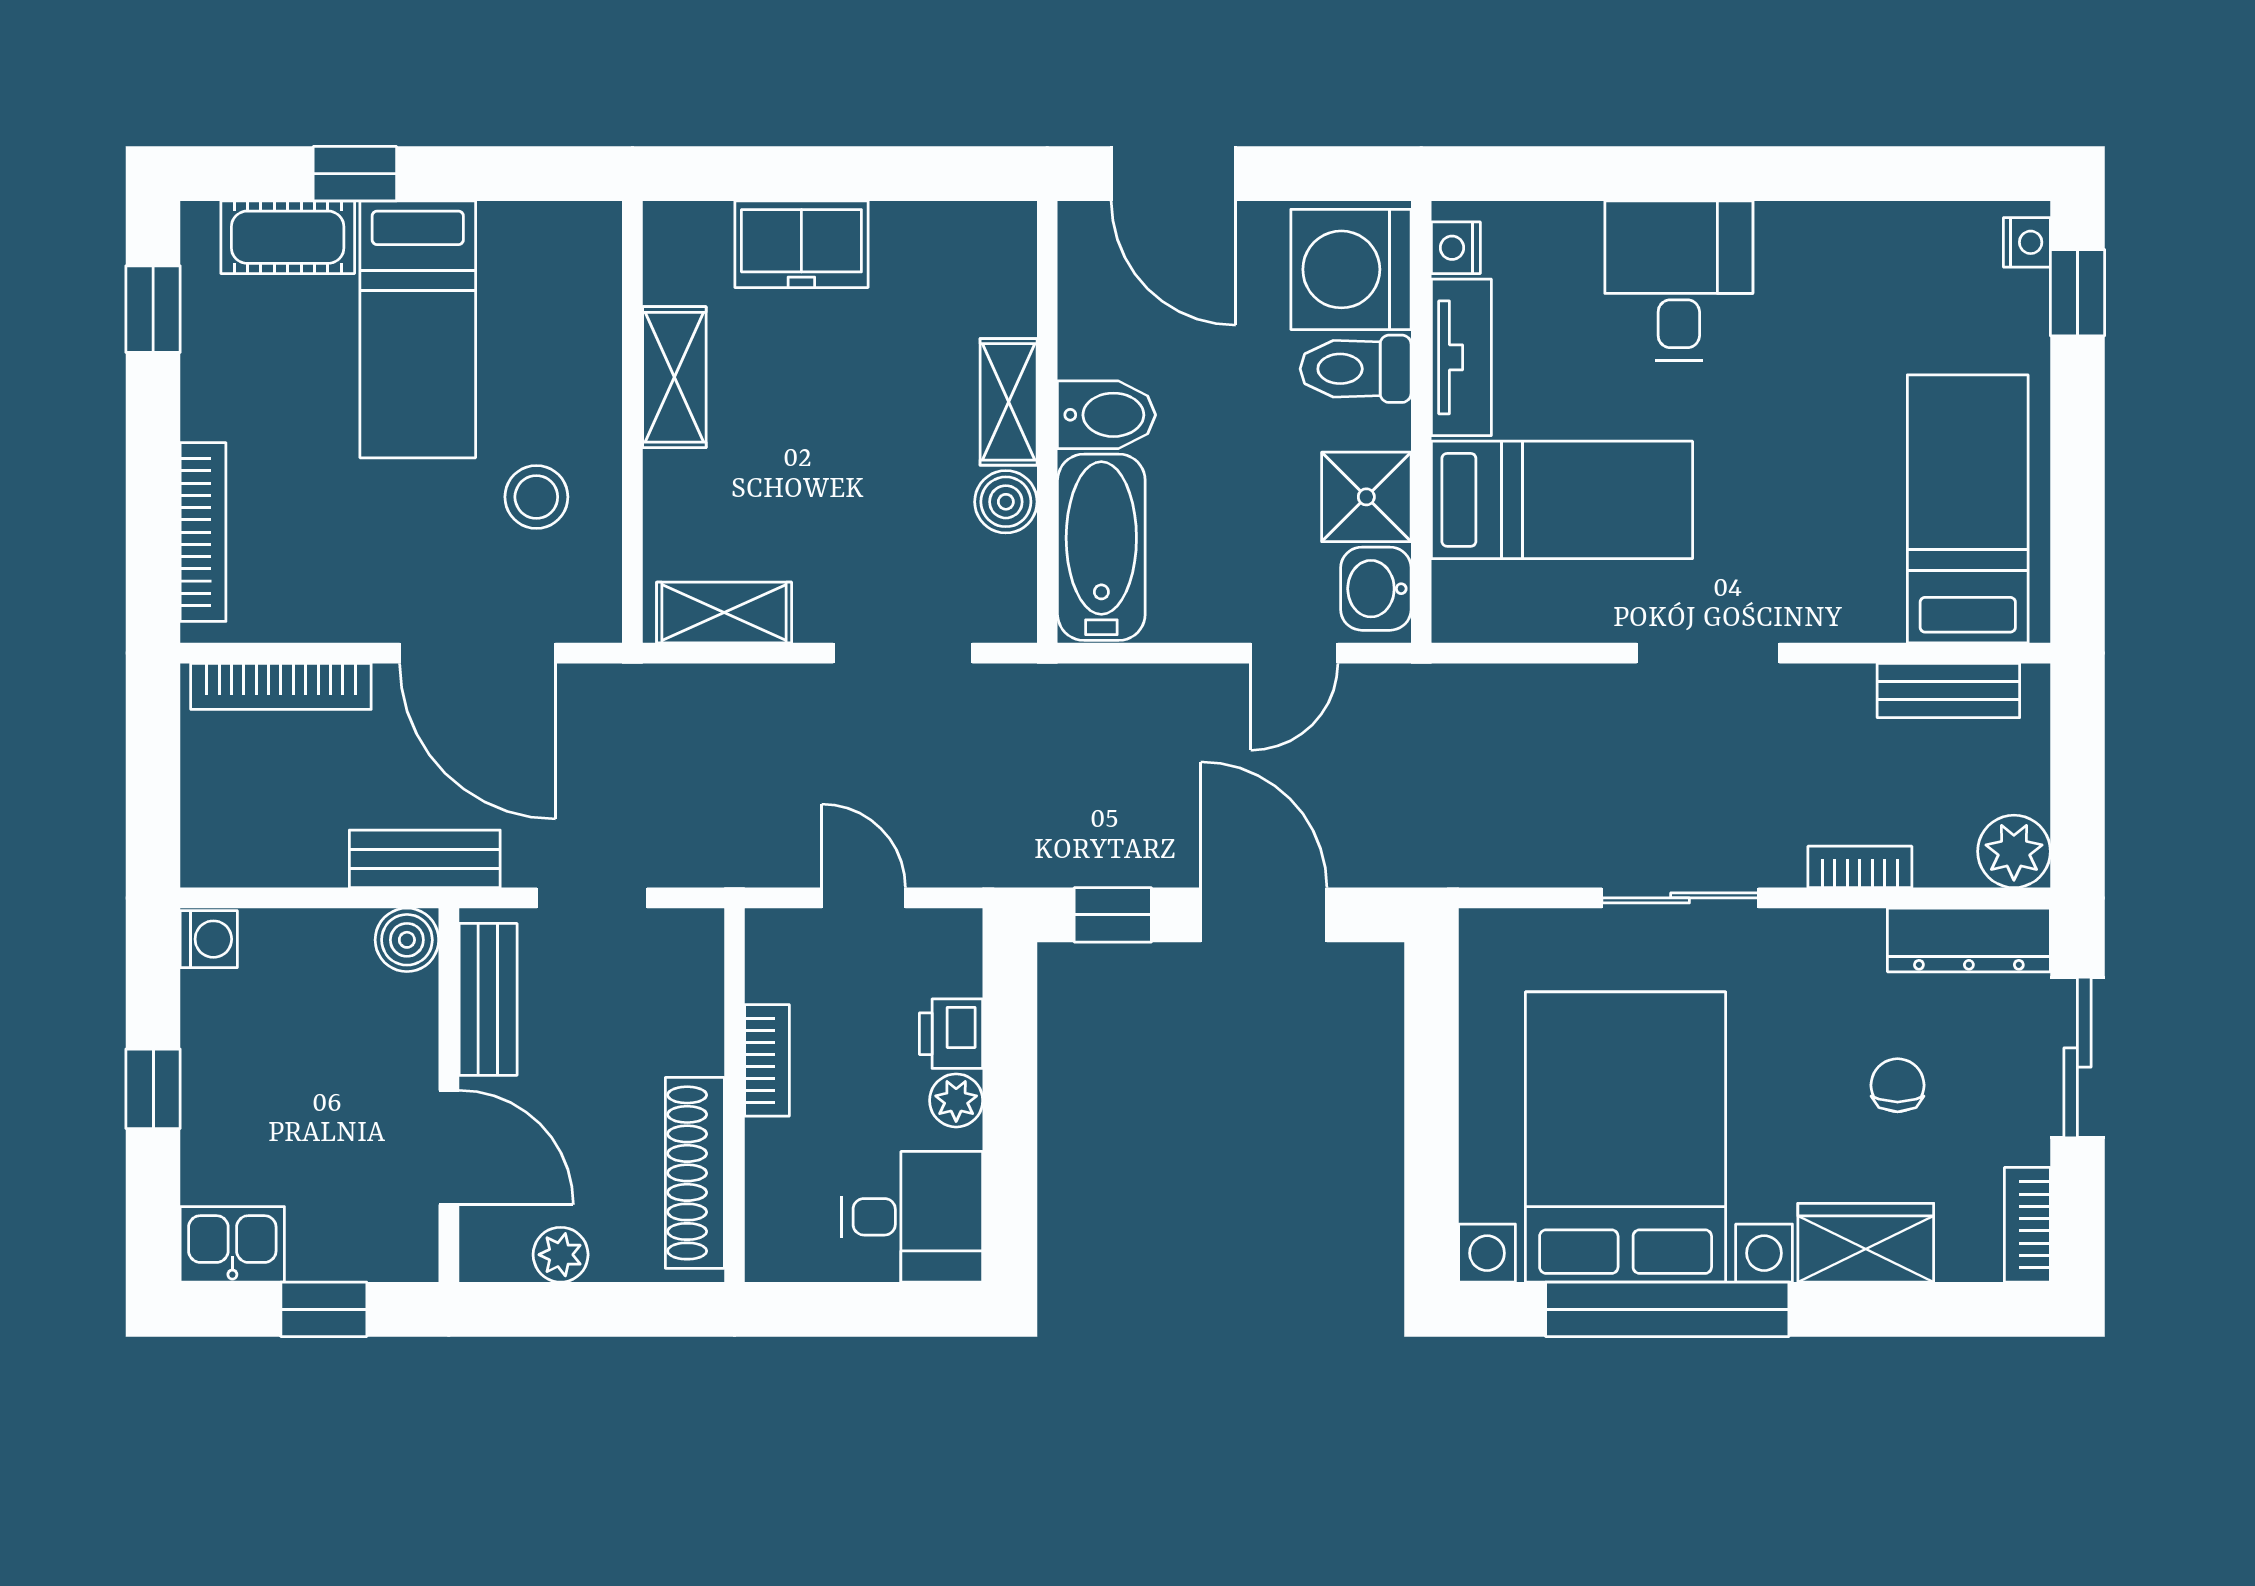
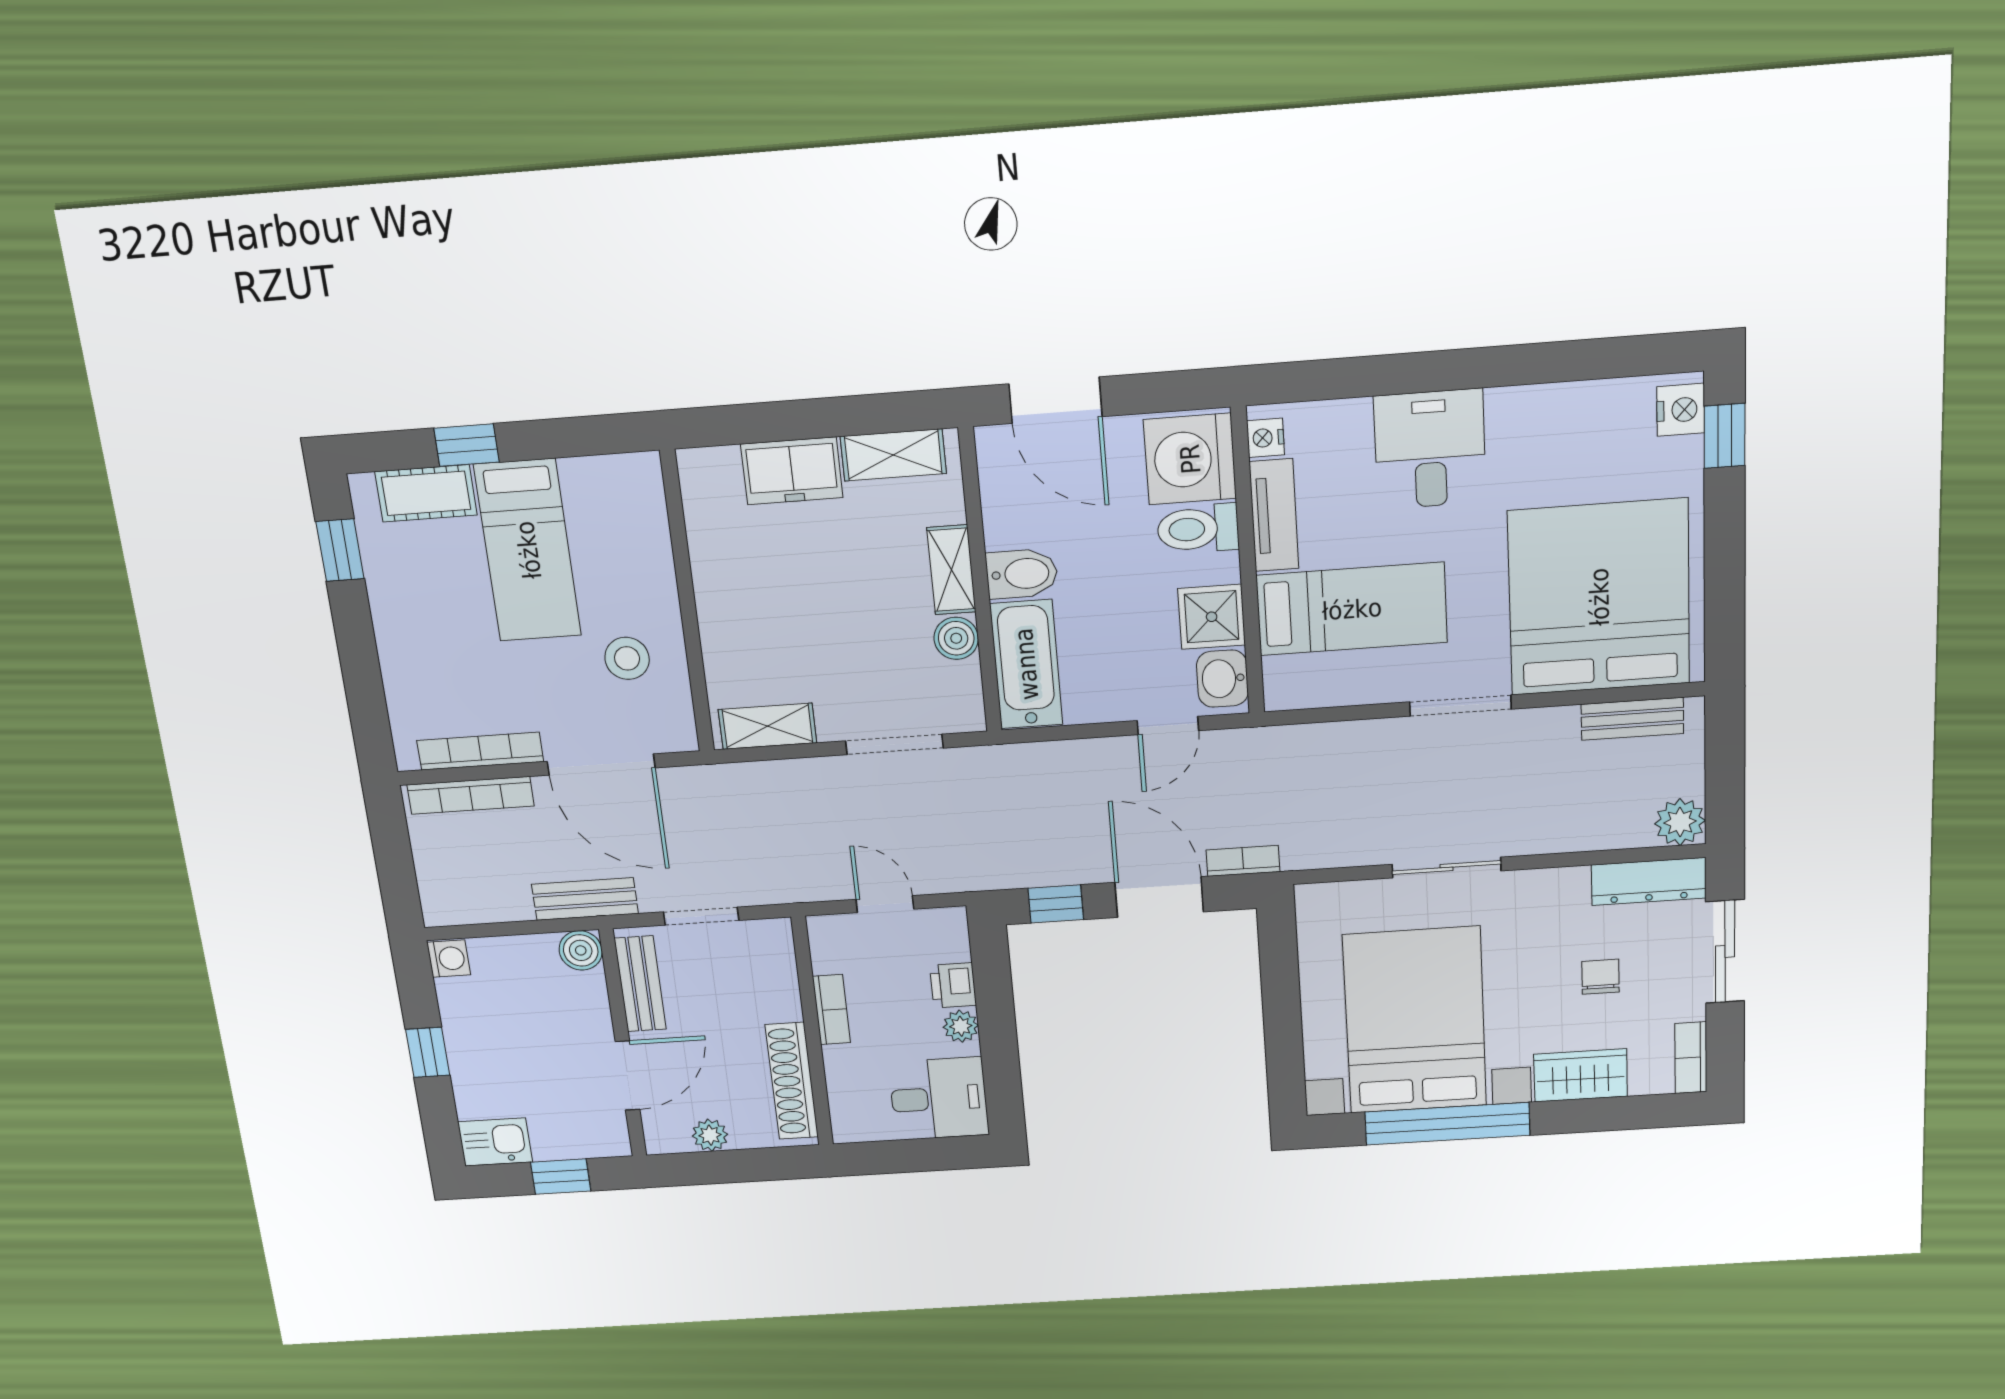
nightstand: (2027, 242) -> (1681, 410), width x1.39, depth x1.35
shelving: (674, 377) -> (893, 455), moved, turned 90
bed: (1968, 509) -> (1599, 597), width x2.04
bookcase: (203, 532) -> (480, 751), moved, turned -90
bookcase: (1860, 867) -> (1243, 861), moved
door: (449, 1147) -> (628, 1076), hinge flipped

